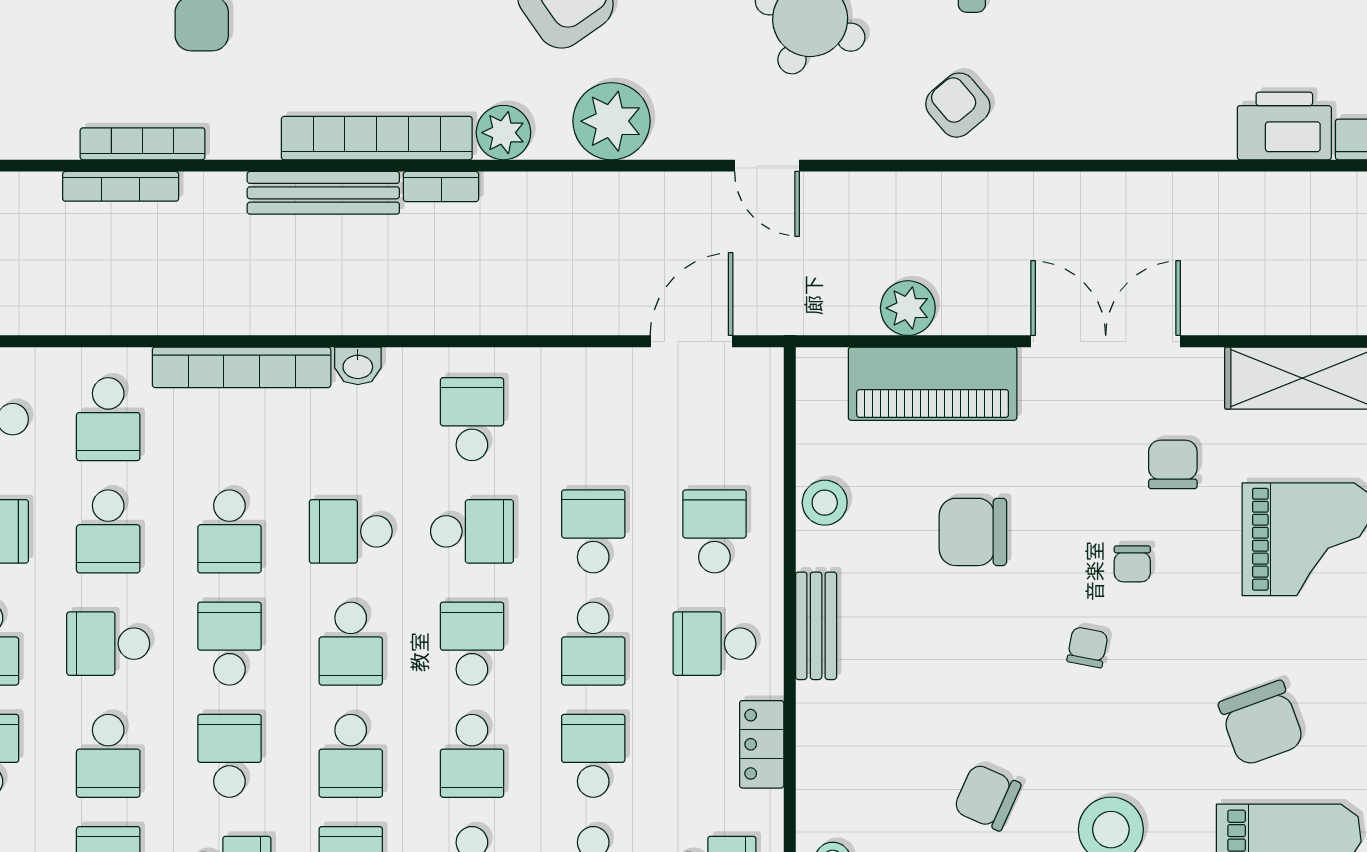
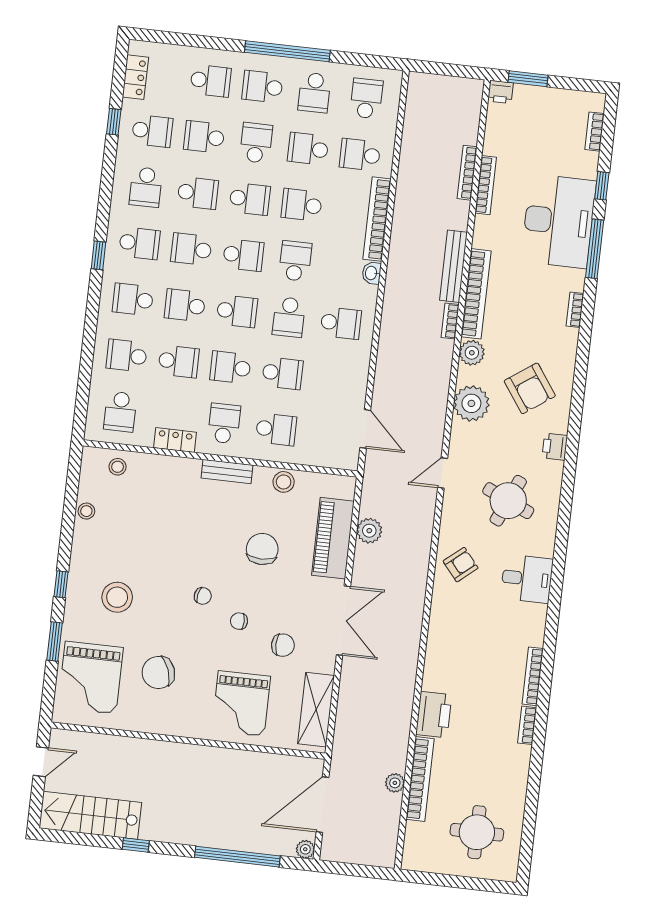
school desk: (351, 644) -> (243, 255), turned 180
chair: (987, 797) -> (139, 542), removed

